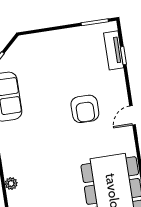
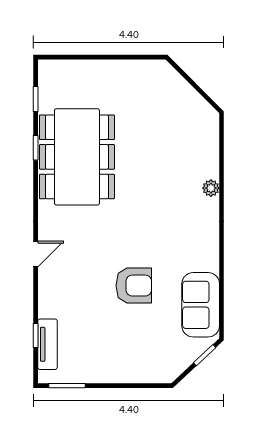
armchair: (85, 109) -> (134, 286), moved, turned 90

